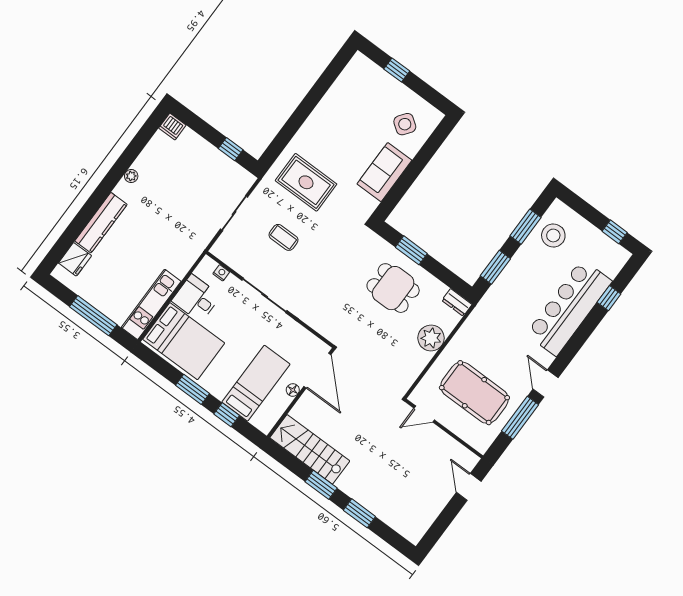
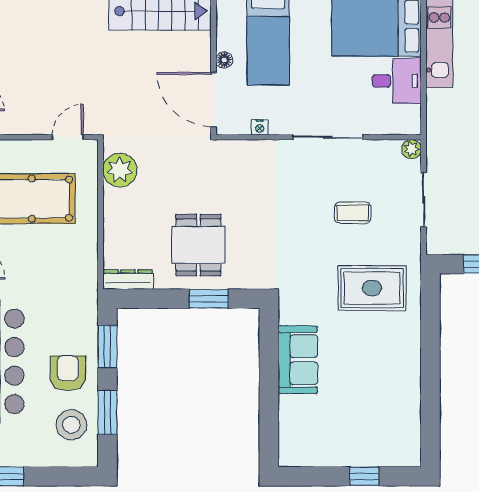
side table: (405, 124) -> (314, 426), removed
plant: (218, 250) -> (411, 149), added
armchair: (532, 269) -> (68, 373), added
nightstand: (221, 273) -> (260, 127), moved
dining table: (393, 288) -> (198, 245), turned 90
dresser: (457, 302) -> (128, 280), width x1.44
plant: (431, 338) -> (120, 170), moved

